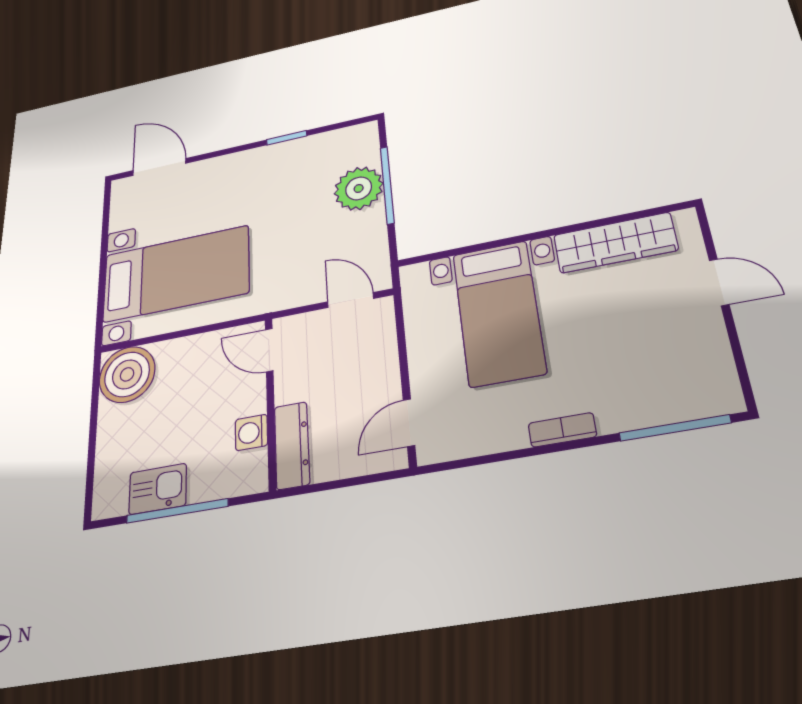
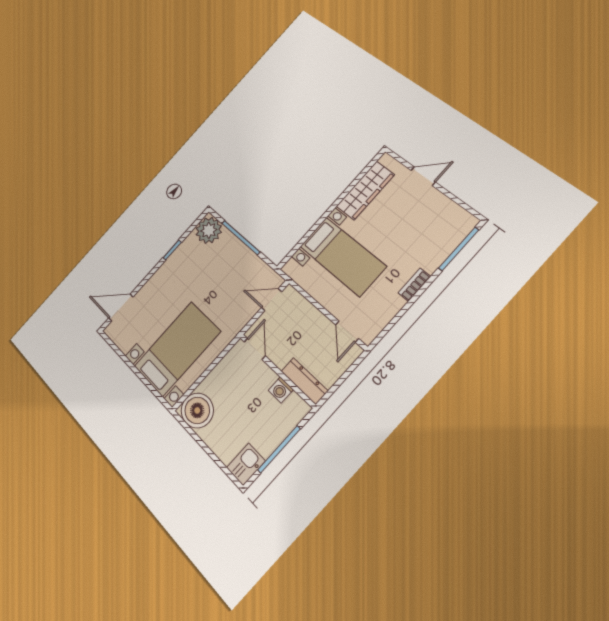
plant: (359, 188) -> (209, 230), moved
door: (269, 350) -> (255, 349), swing flipped
kitchen sink: (158, 489) -> (246, 464), moved

